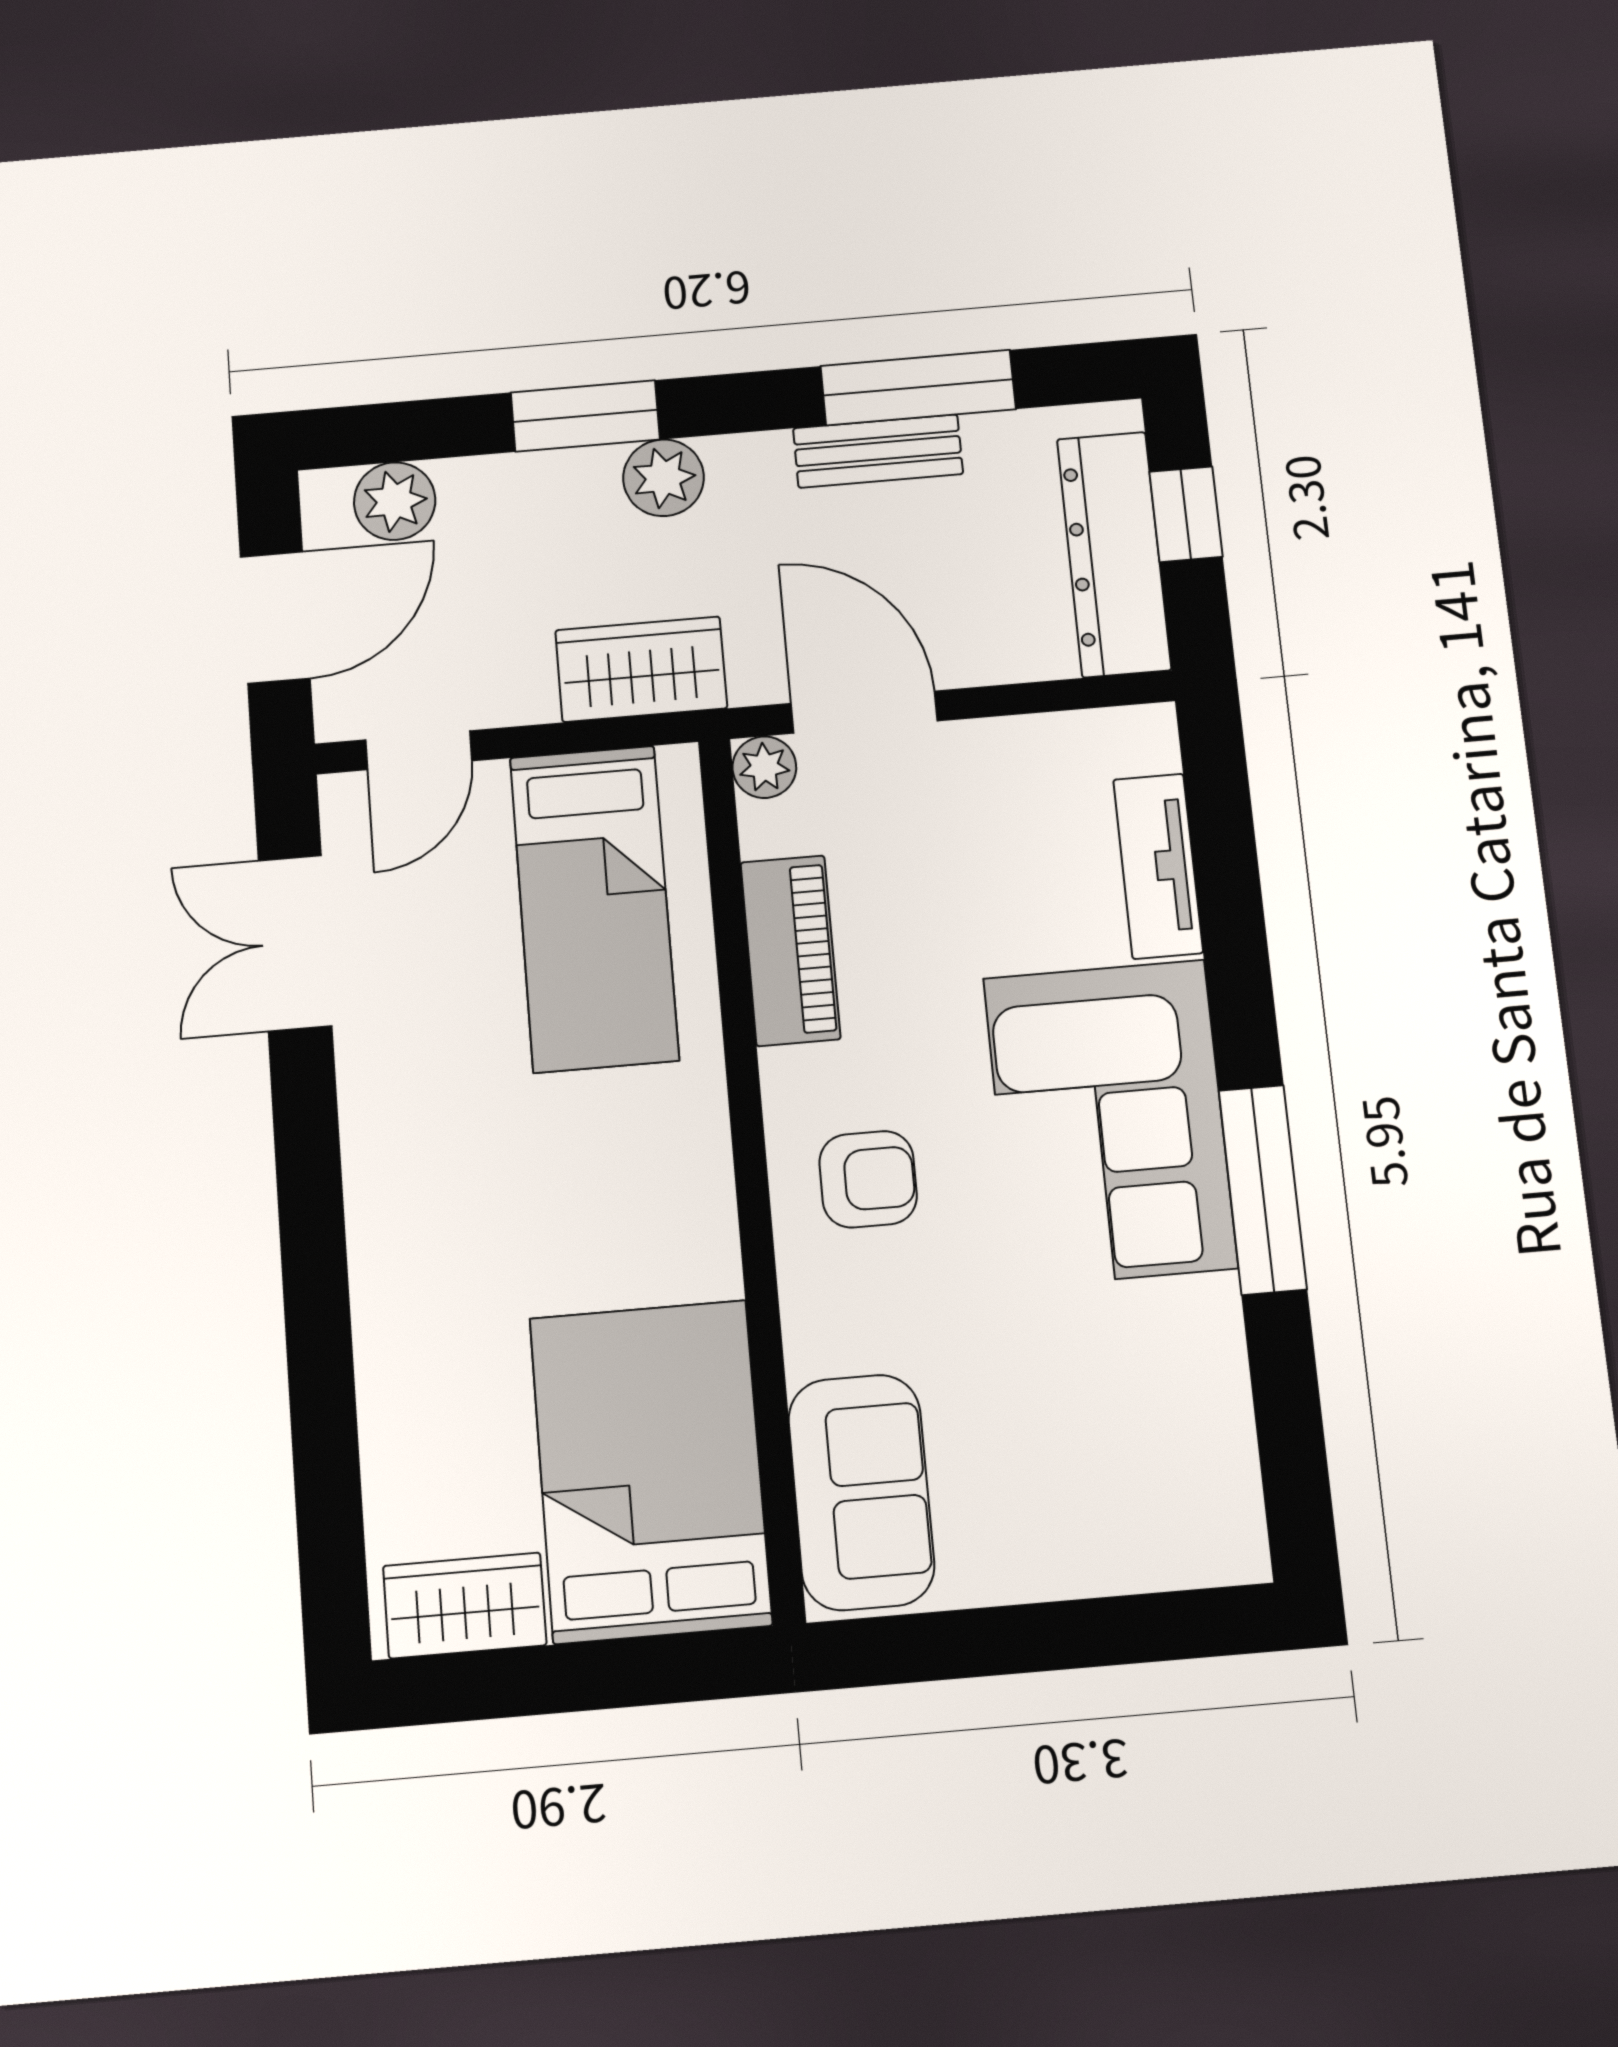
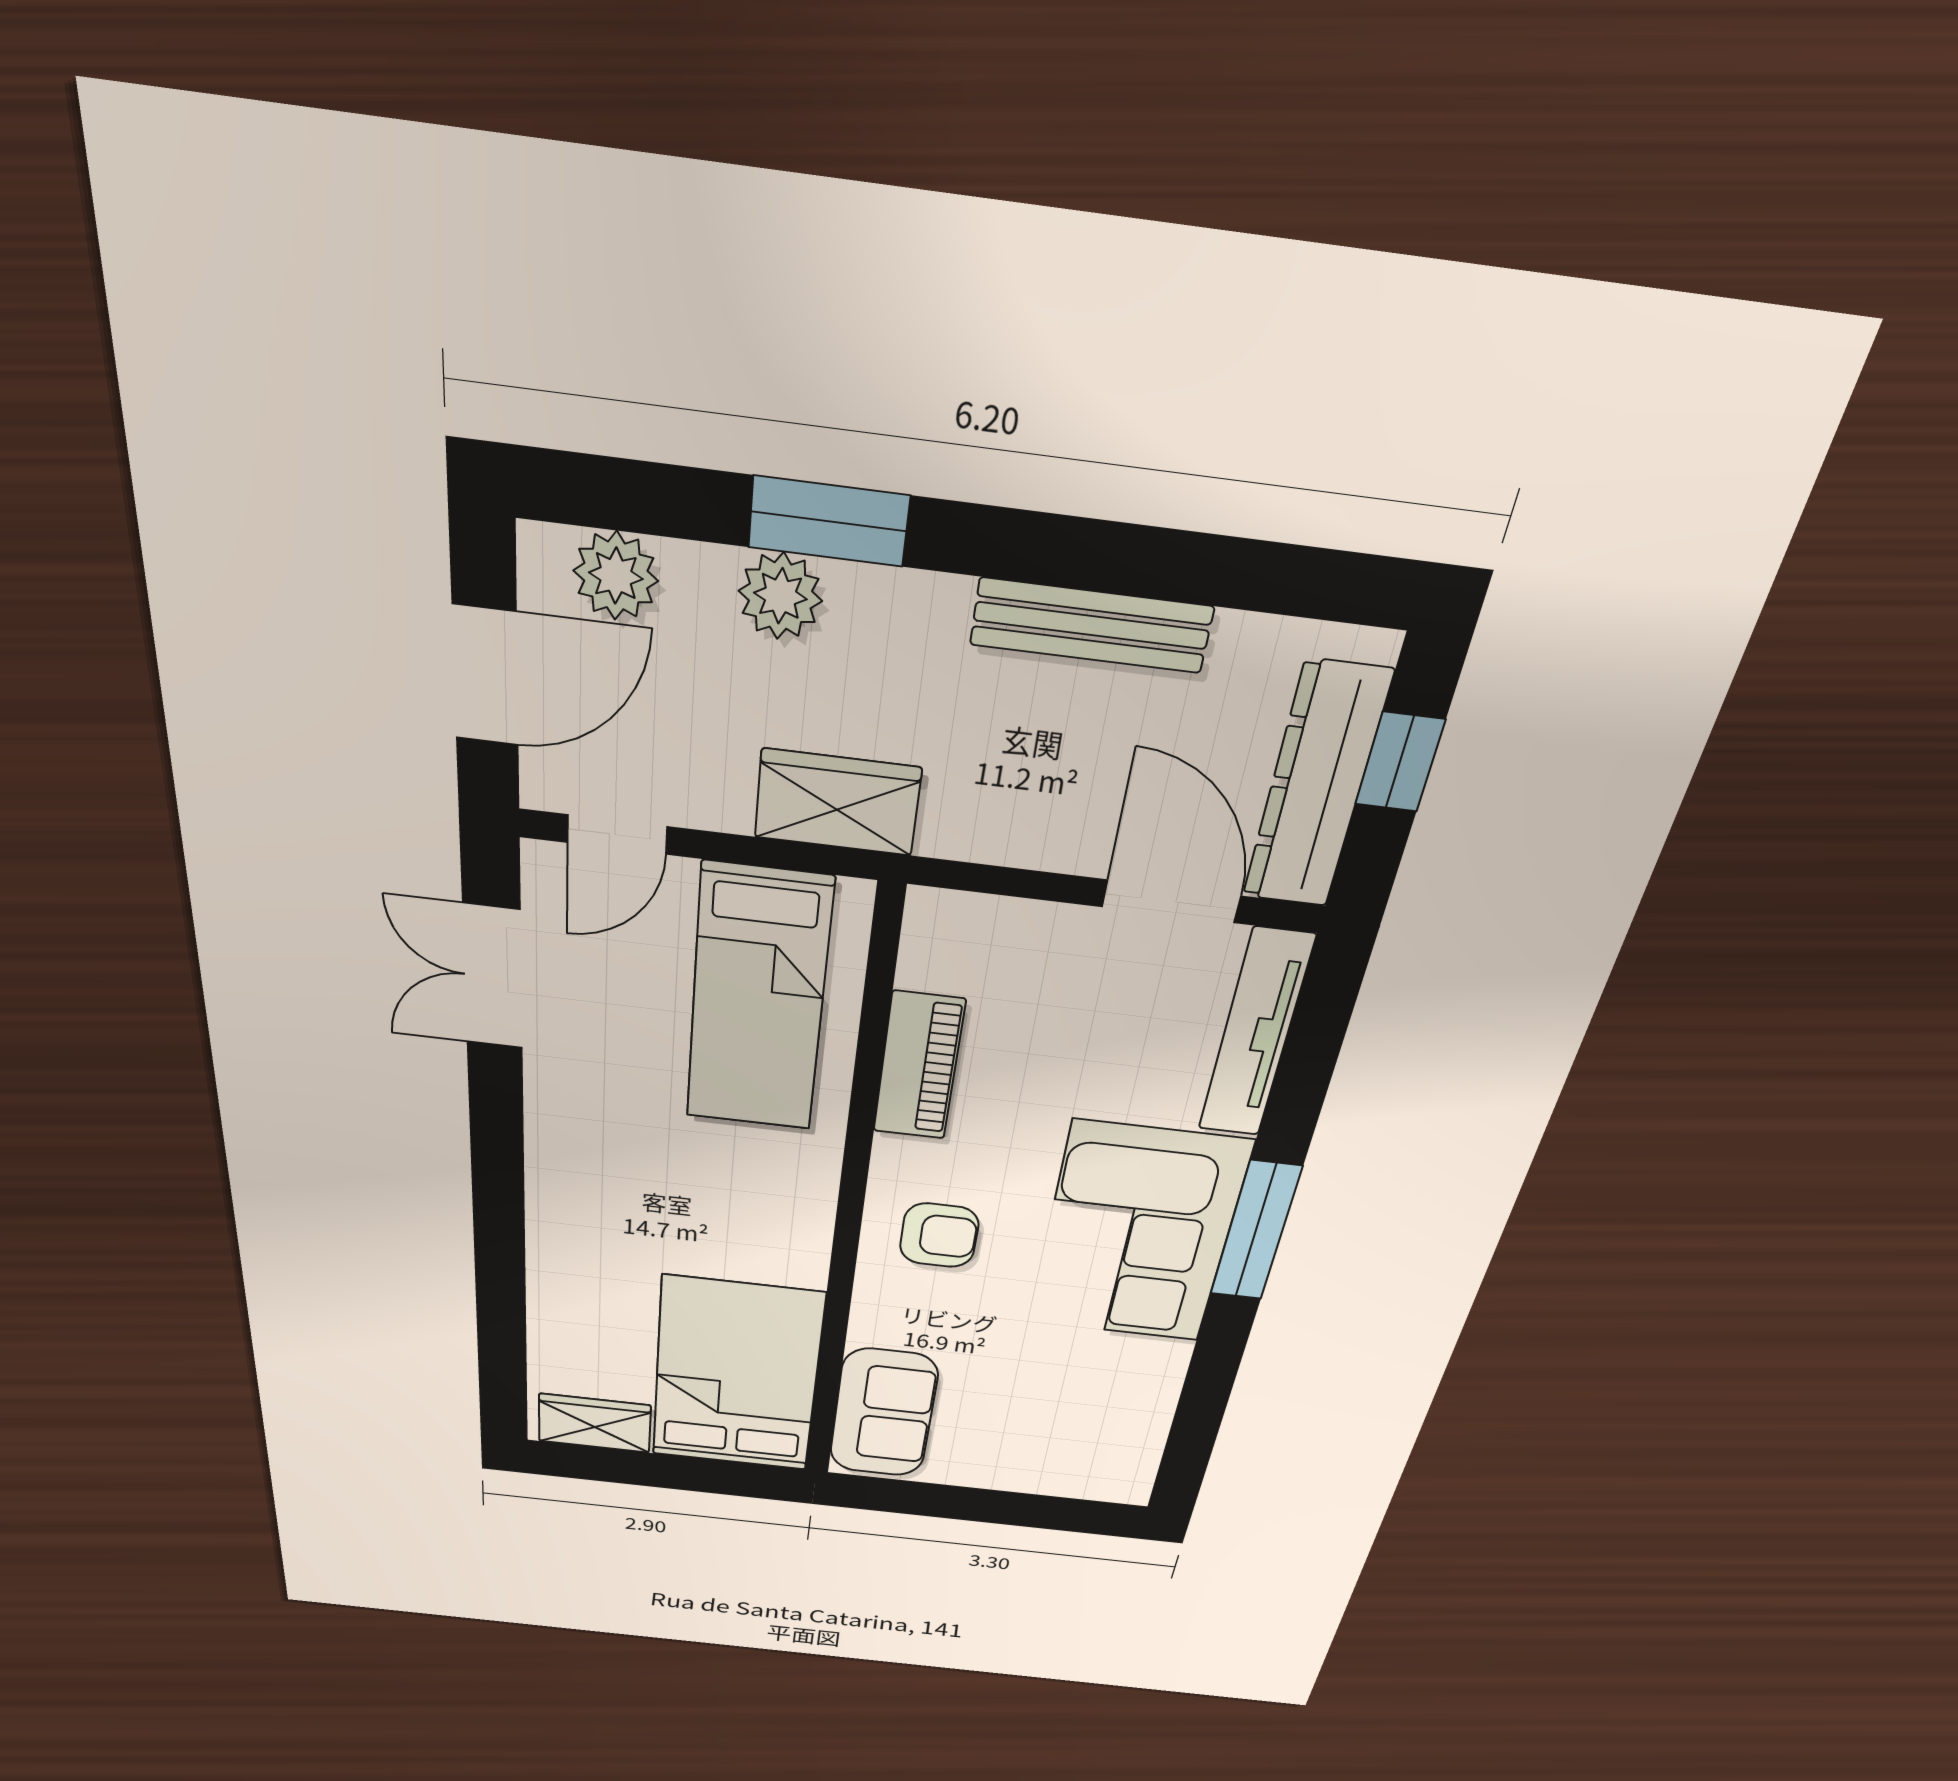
window: (918, 388) -> (1185, 567), removed
bench: (878, 451) -> (1091, 626), width x1.36
plant: (664, 478) -> (780, 596), moved
door: (864, 712) -> (1171, 901), moved
plant: (764, 767) -> (932, 915), removed
tv unit: (1158, 866) -> (1256, 1034), width x1.41
window: (1263, 1190) -> (1256, 1231), moved

